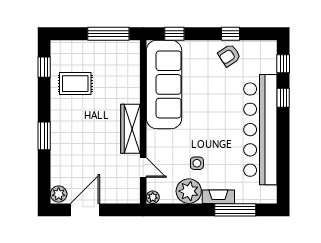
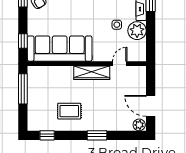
rug: (75, 84) -> (69, 111), moved, turned 90
plant: (153, 197) -> (141, 57), removed

